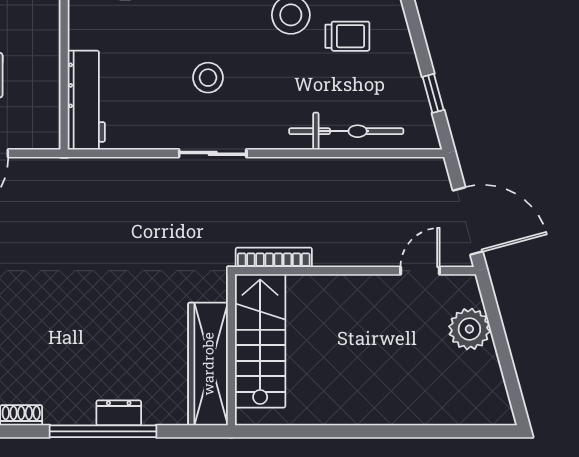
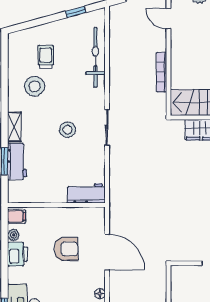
workbench: (86, 100) -> (86, 193), width x0.73
bookcase: (274, 257) -> (161, 72), moved

